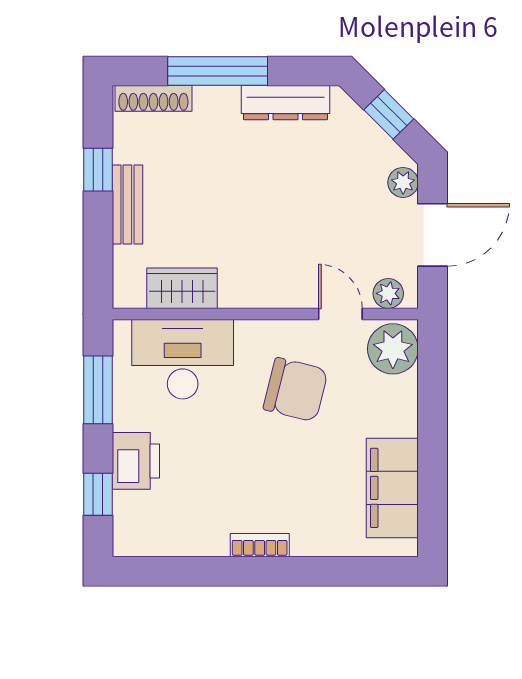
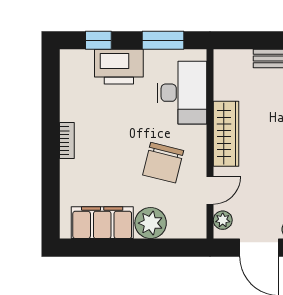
wardrobe: (182, 288) -> (226, 134), moved, width x1.50
plant: (393, 349) -> (151, 223), moved
printer: (136, 461) -> (119, 67), width x1.37, depth x1.19

